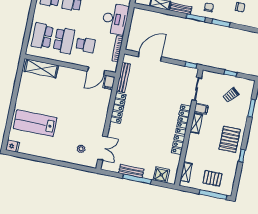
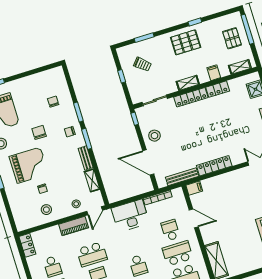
door: (96, 71) -> (194, 218), moved
stool: (168, 74) -> (154, 136), added
filing cabinet: (201, 109) -> (214, 73), moved

